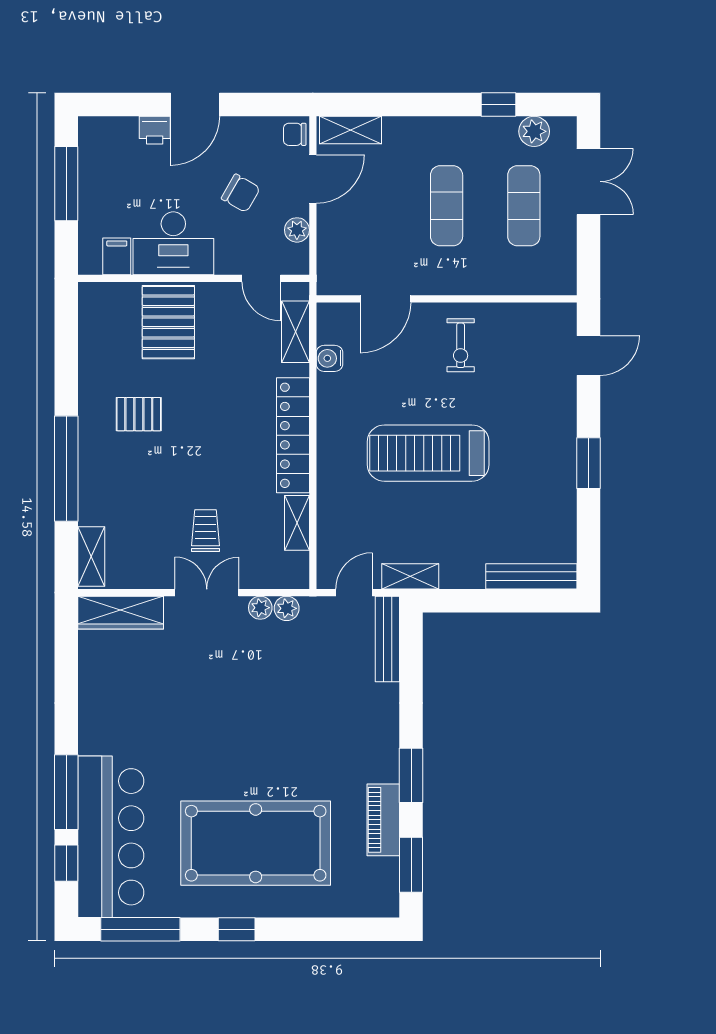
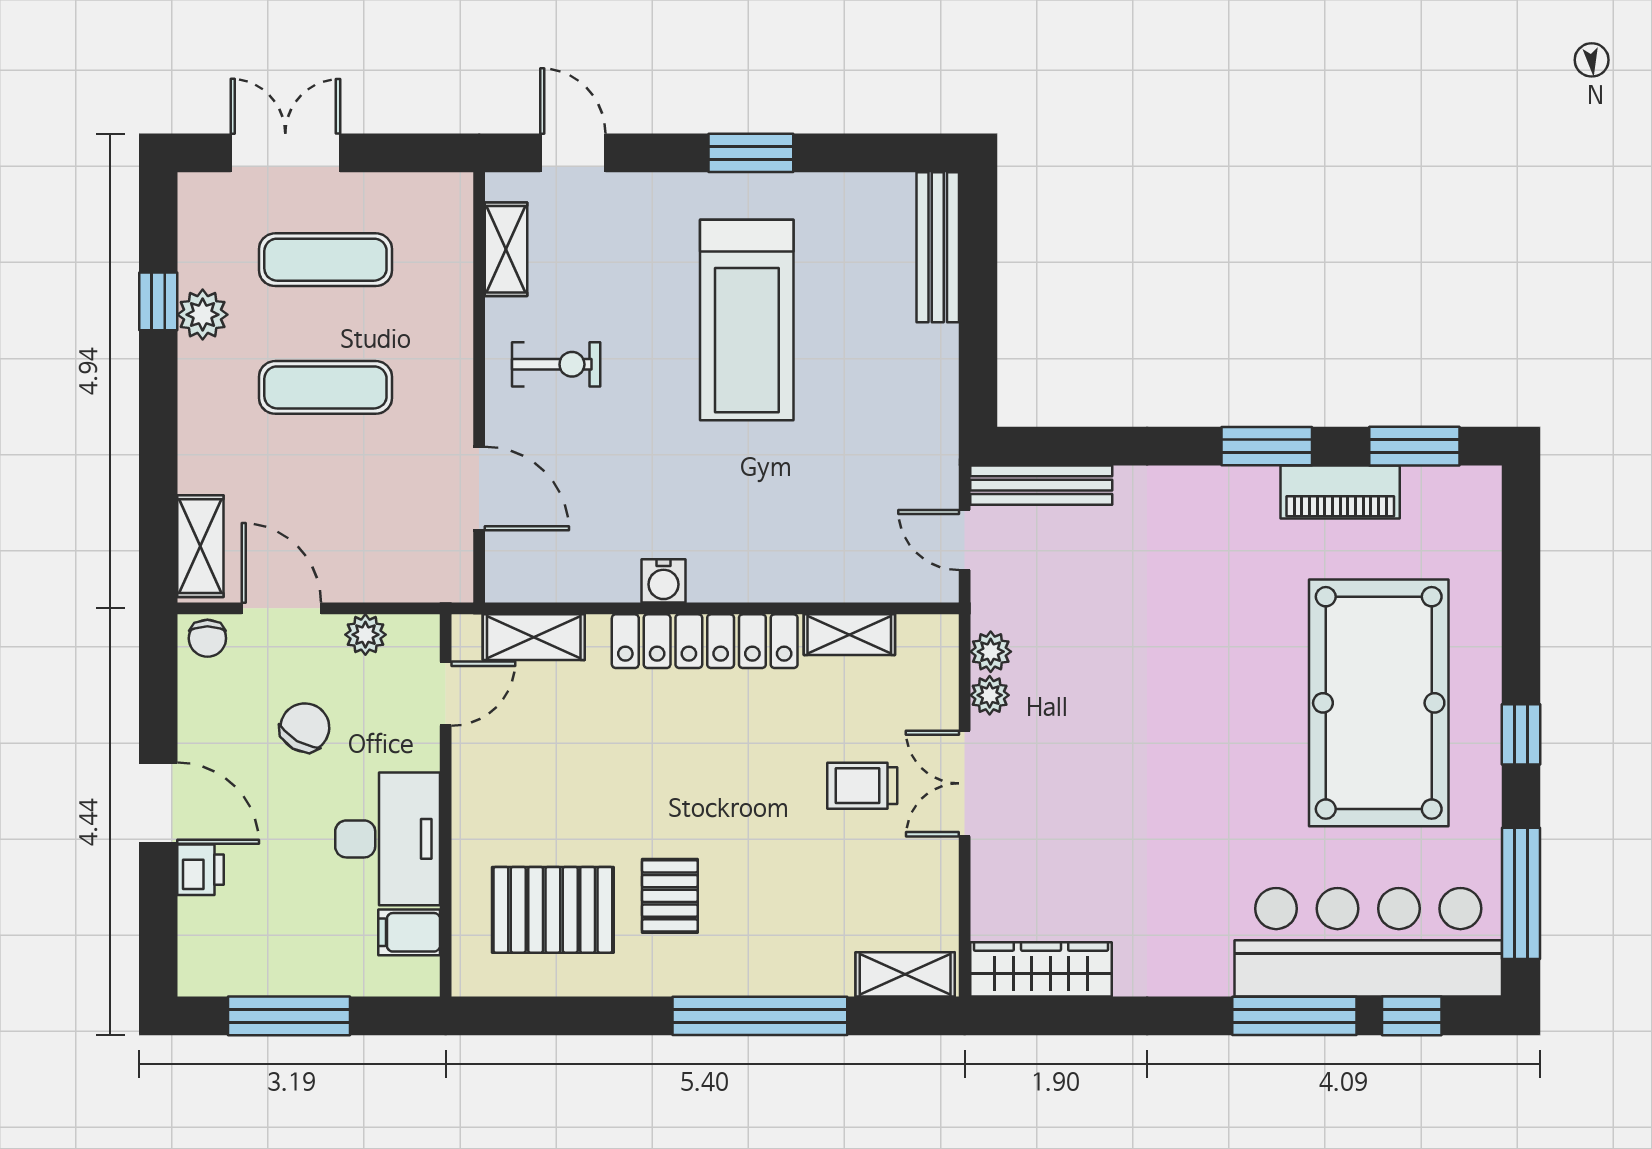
plant: (534, 131) -> (203, 315), moved
pallet: (168, 322) -> (553, 910), moved
water cooler: (329, 358) -> (663, 581), moved
treadmill: (428, 453) -> (747, 320), moved
shelving: (410, 576) -> (506, 249), moved
wardrobe: (121, 613) -> (1041, 969), moved, turned -90

